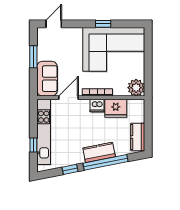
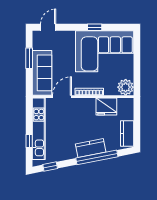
sofa: (47, 79) -> (42, 73), width x1.36
dishwasher: (97, 105) -> (89, 104), removed
window: (70, 169) -> (50, 167), moved

